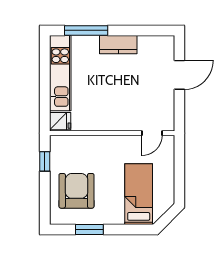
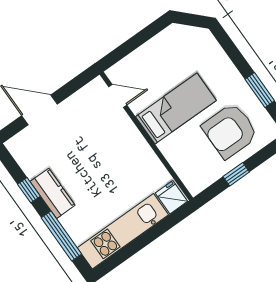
window: (131, 30) -> (29, 190), added
window: (45, 161) -> (236, 174), moved
bed: (139, 194) -> (176, 109), moved, turned 180

